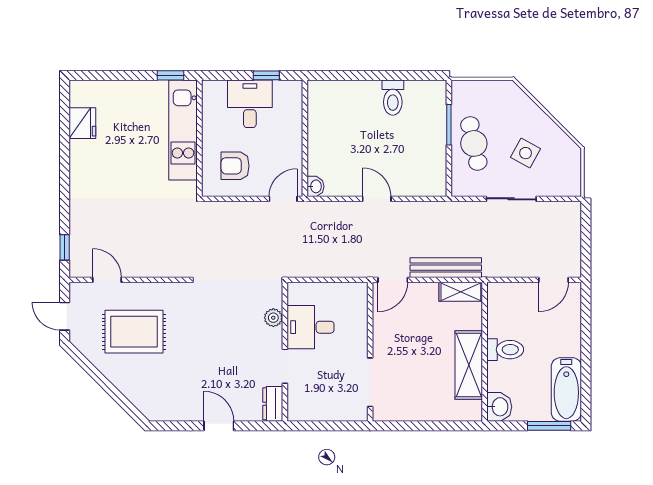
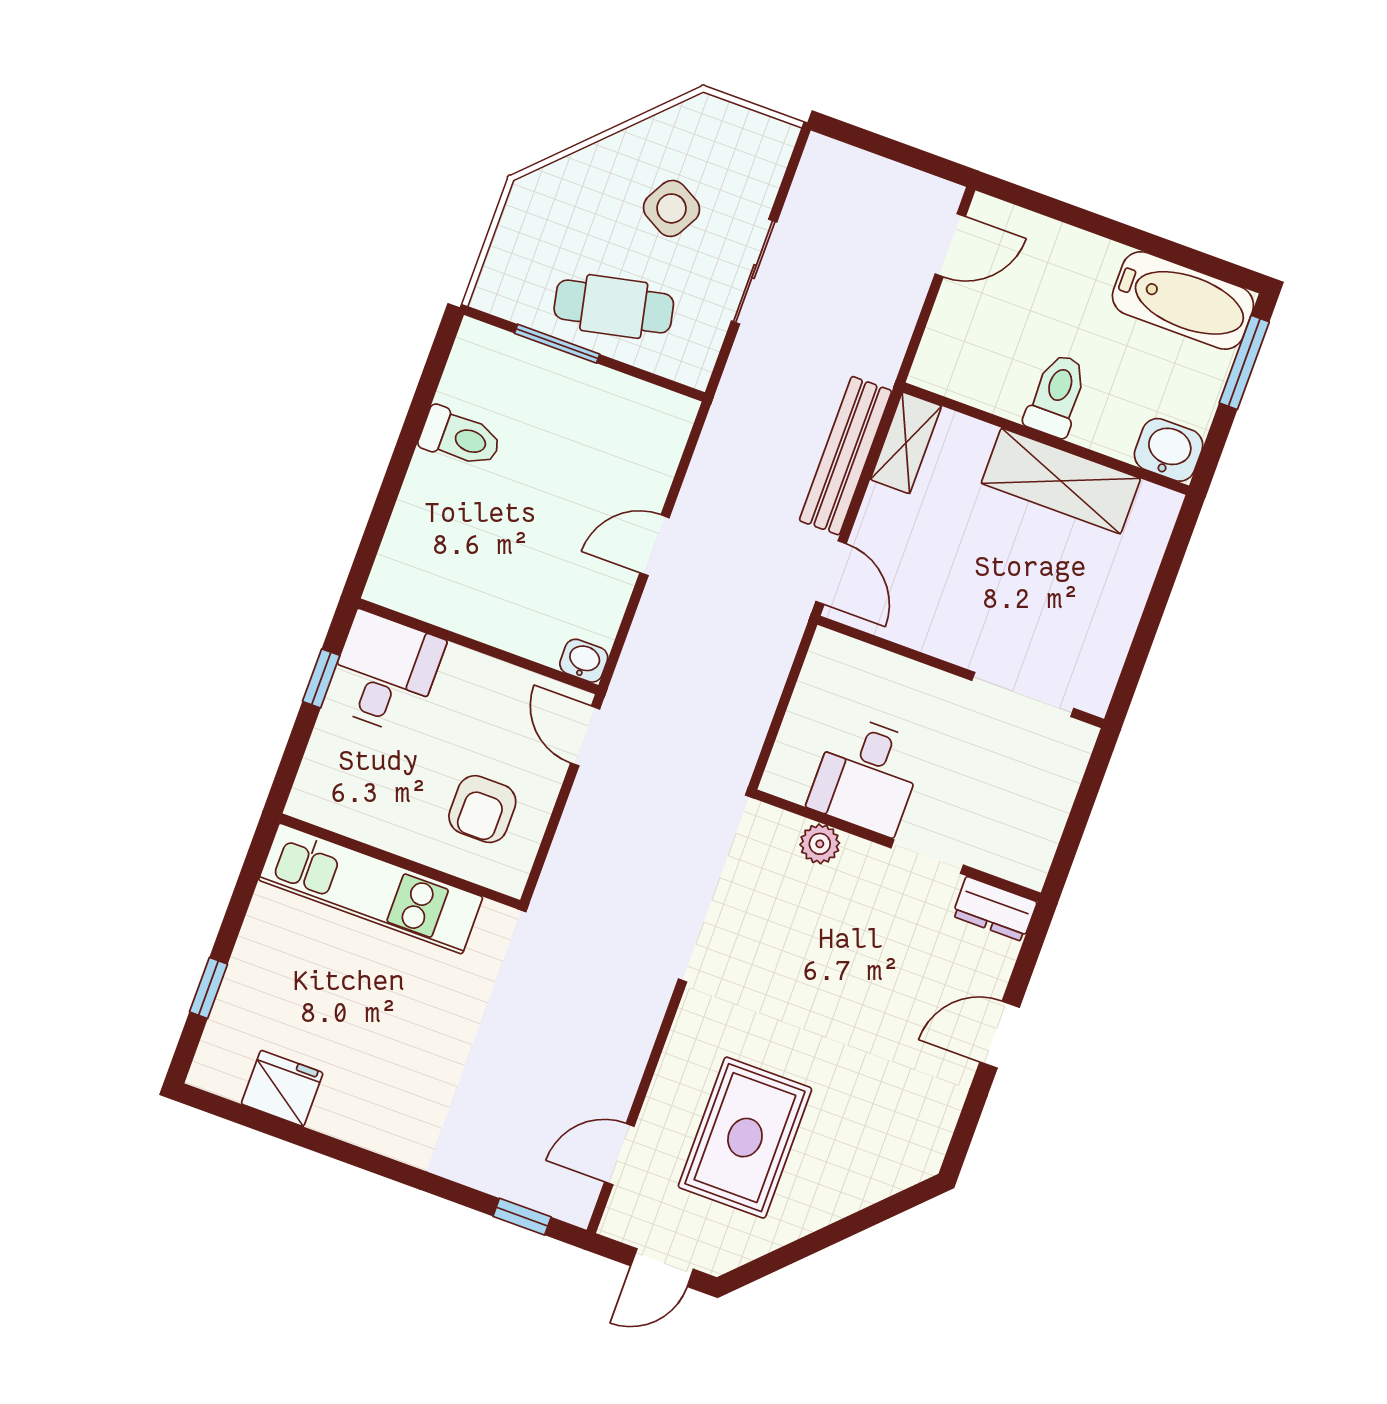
window: (171, 75) -> (209, 988), moved
desk: (250, 104) -> (385, 673), moved, turned 90
door: (554, 280) -> (950, 245), hinge flipped

